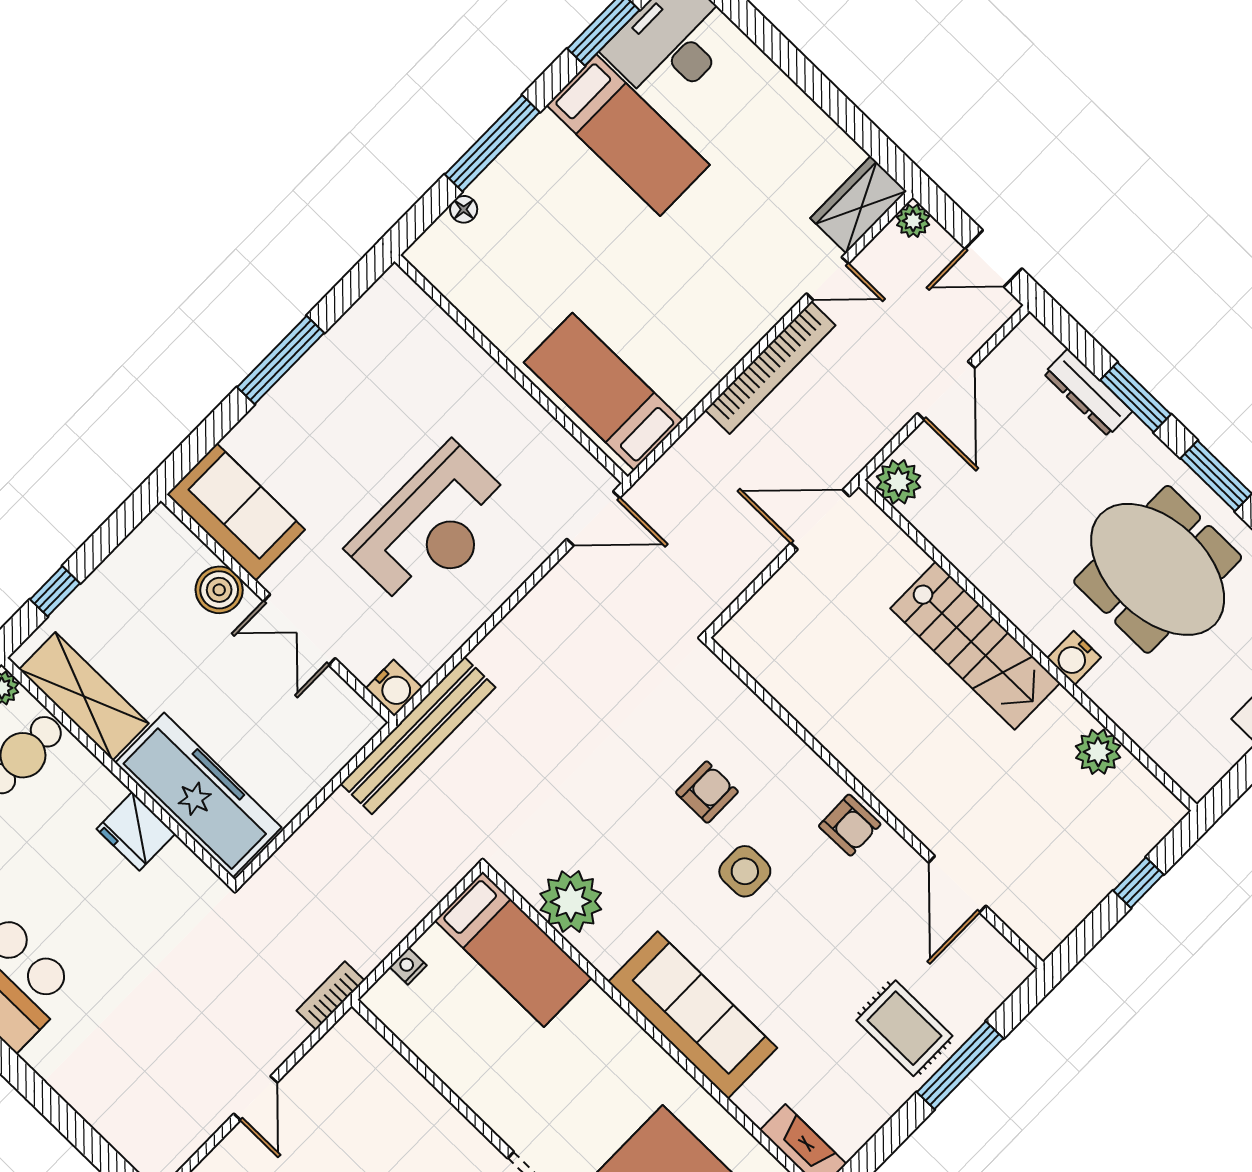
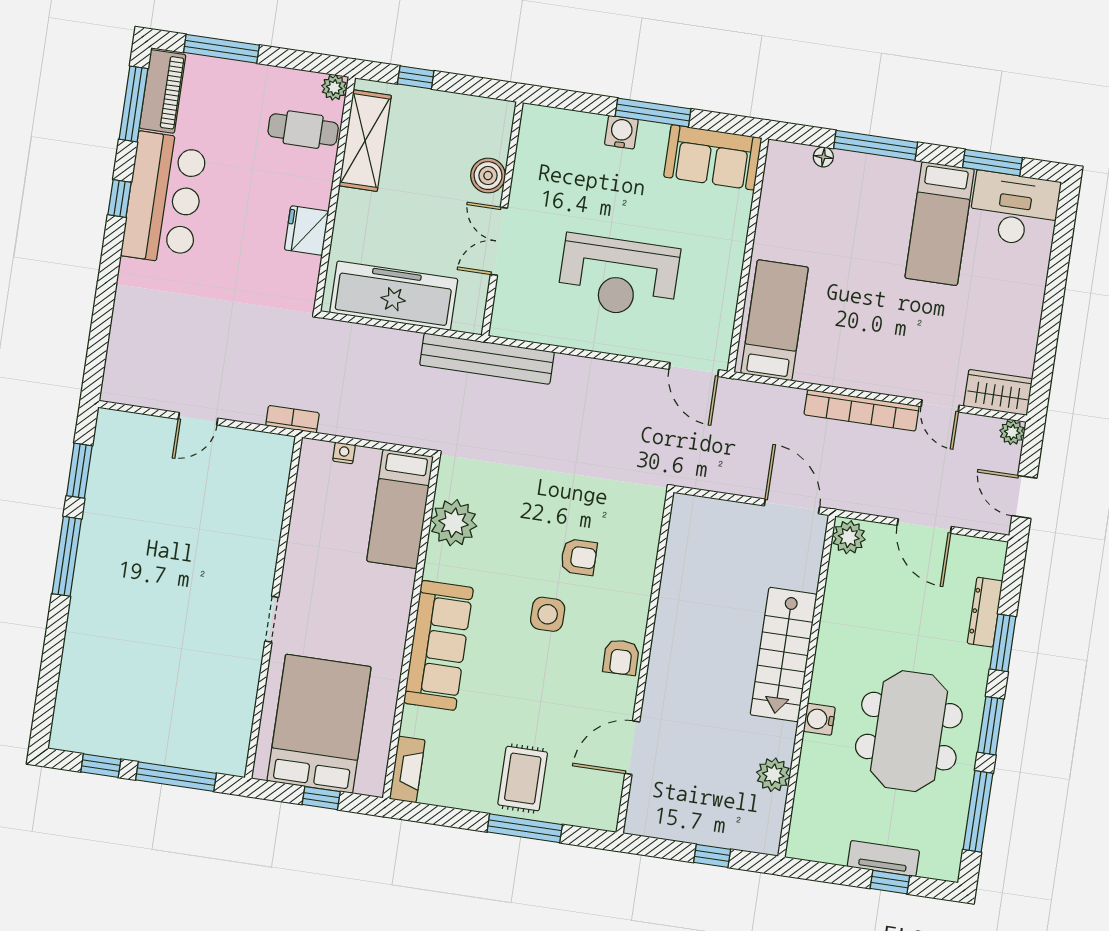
door: (946, 391) -> (924, 526), hinge flipped
sofa: (236, 512) -> (713, 157), moved, turned 90
water cooler: (394, 688) -> (621, 132), moved, turned 180
freezer: (198, 795) -> (394, 296), moved, turned -90

